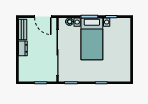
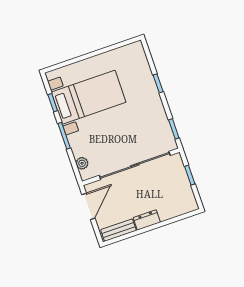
bed with nightstands: (92, 39) -> (89, 97), moved

